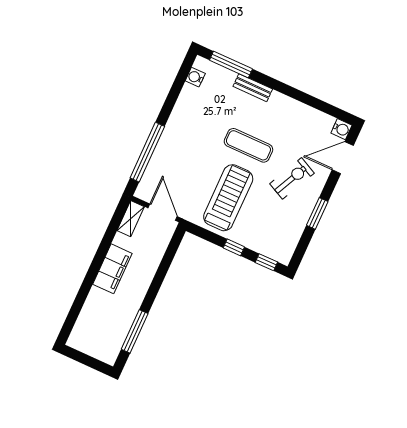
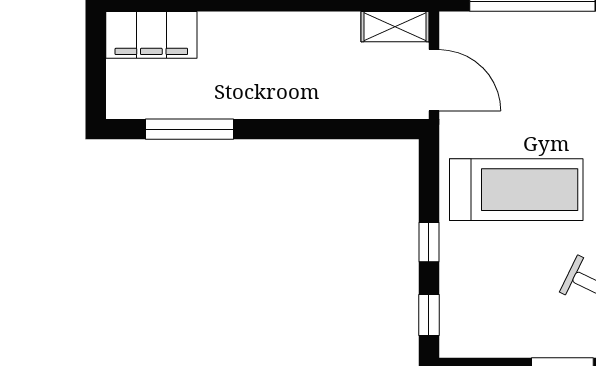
door: (163, 212) -> (434, 80), hinge flipped
filing cabinet: (112, 269) -> (151, 35), moved

